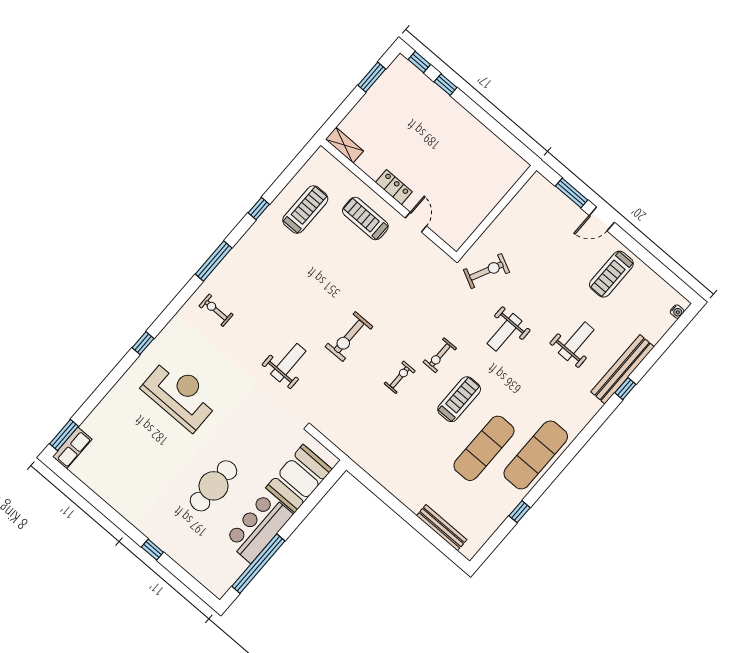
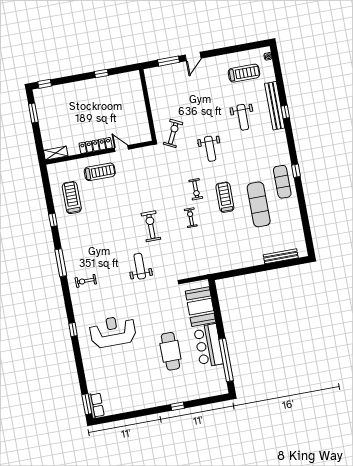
window: (446, 85) -> (101, 73), moved
locker: (394, 187) -> (96, 146), width x1.53
treadmill: (365, 219) -> (100, 172), turned 180
treadmill: (611, 274) -> (244, 73), moved, turned -90
exercise bike: (349, 337) -> (151, 226), turned 180
weight bench: (576, 341) -> (243, 117), turned 180
exercise mat: (536, 455) -> (282, 182), width x0.73, depth x0.69
window: (520, 512) -> (296, 171), moved

